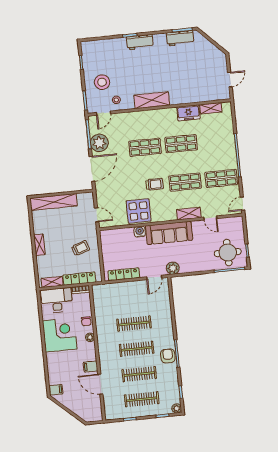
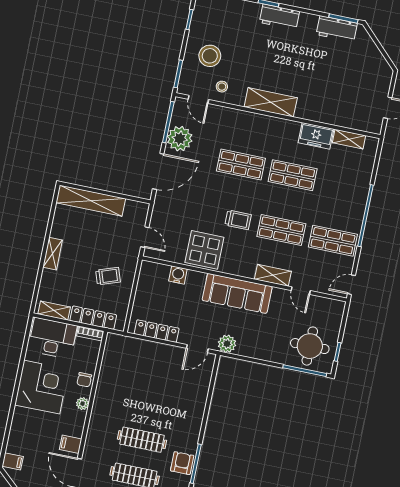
door: (104, 113) -> (198, 99), hinge flipped
water cooler: (140, 232) -> (178, 275), moved
clothes rail: (134, 324) -> (149, 404), removed

